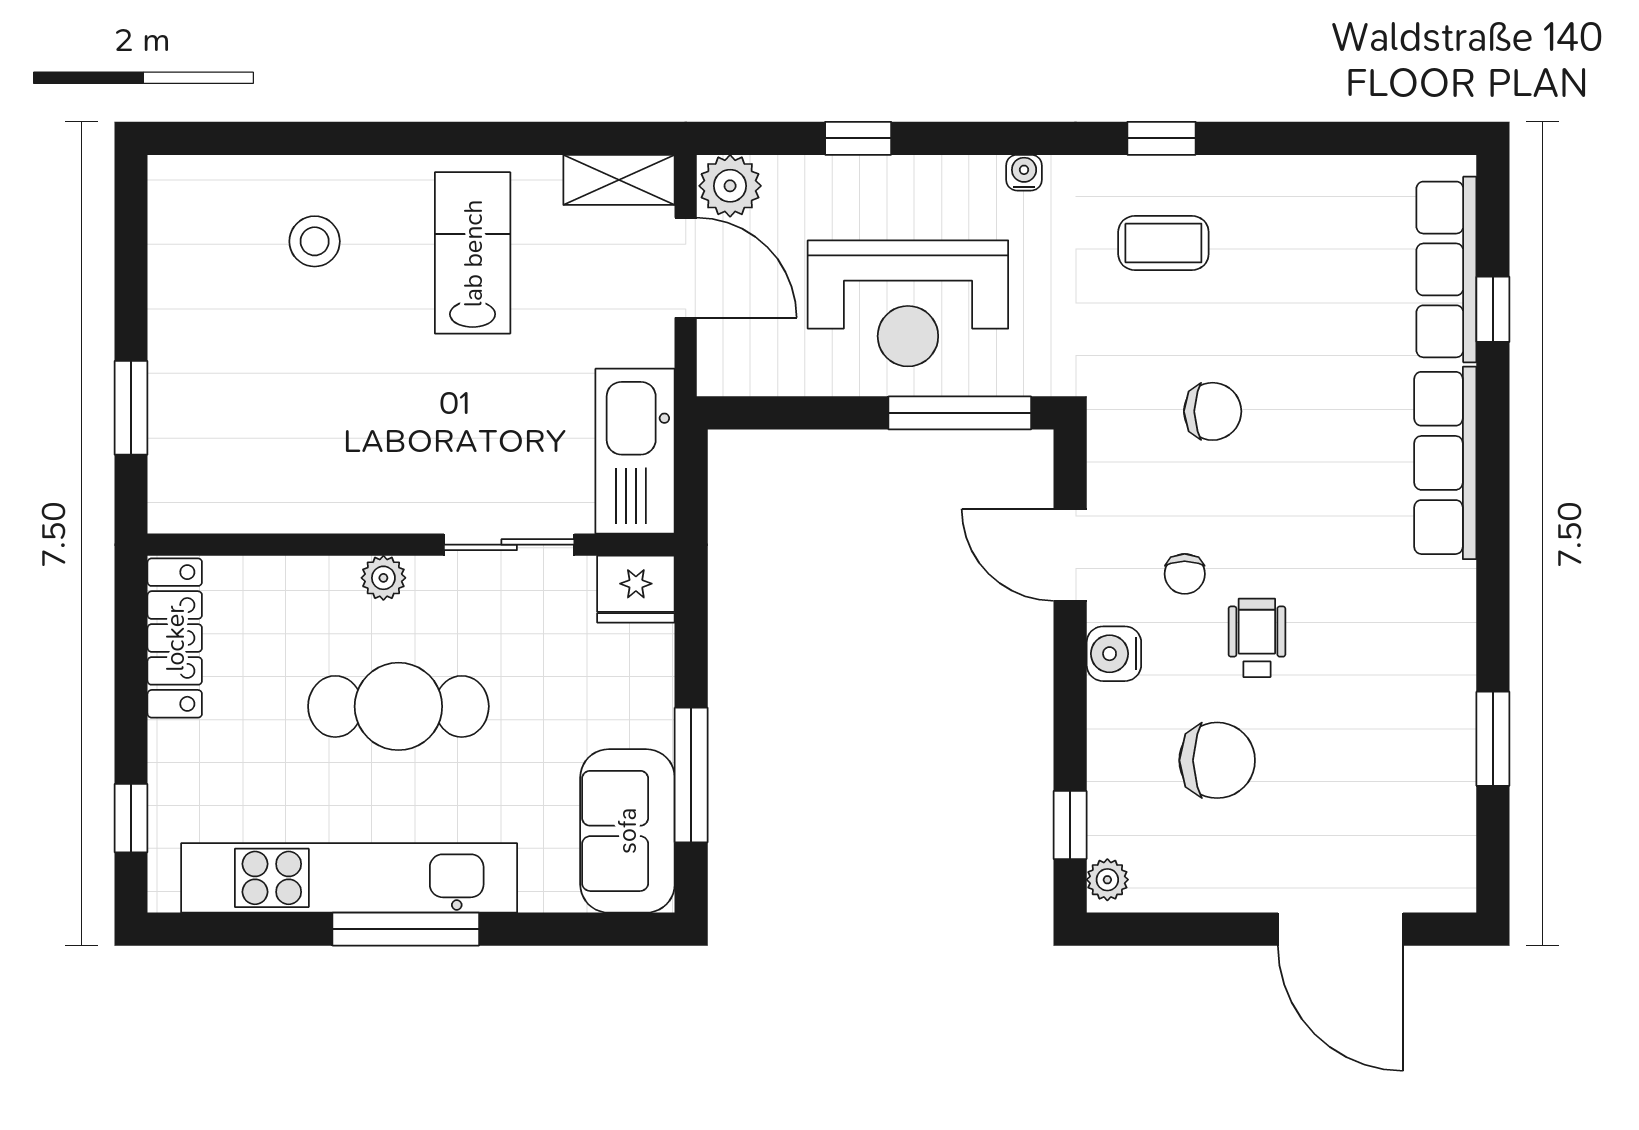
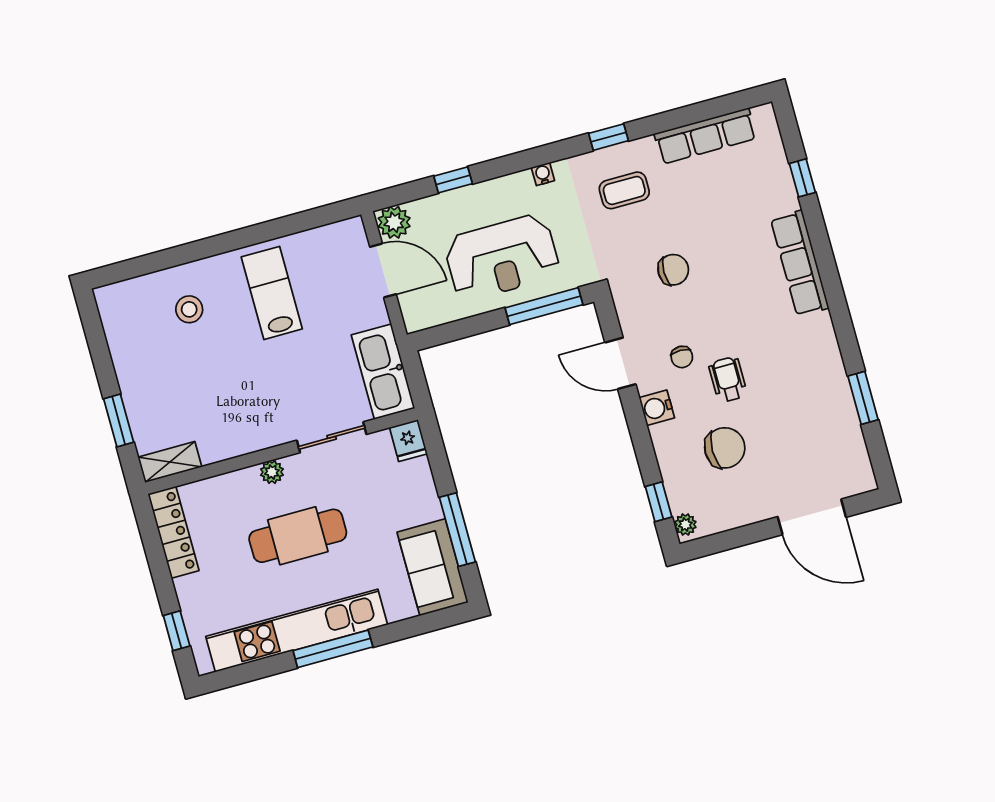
shelving: (619, 180) -> (170, 462), moved
row of seats: (1446, 269) -> (705, 136), moved, turned -90
fridge: (636, 589) -> (408, 441), width x0.72

